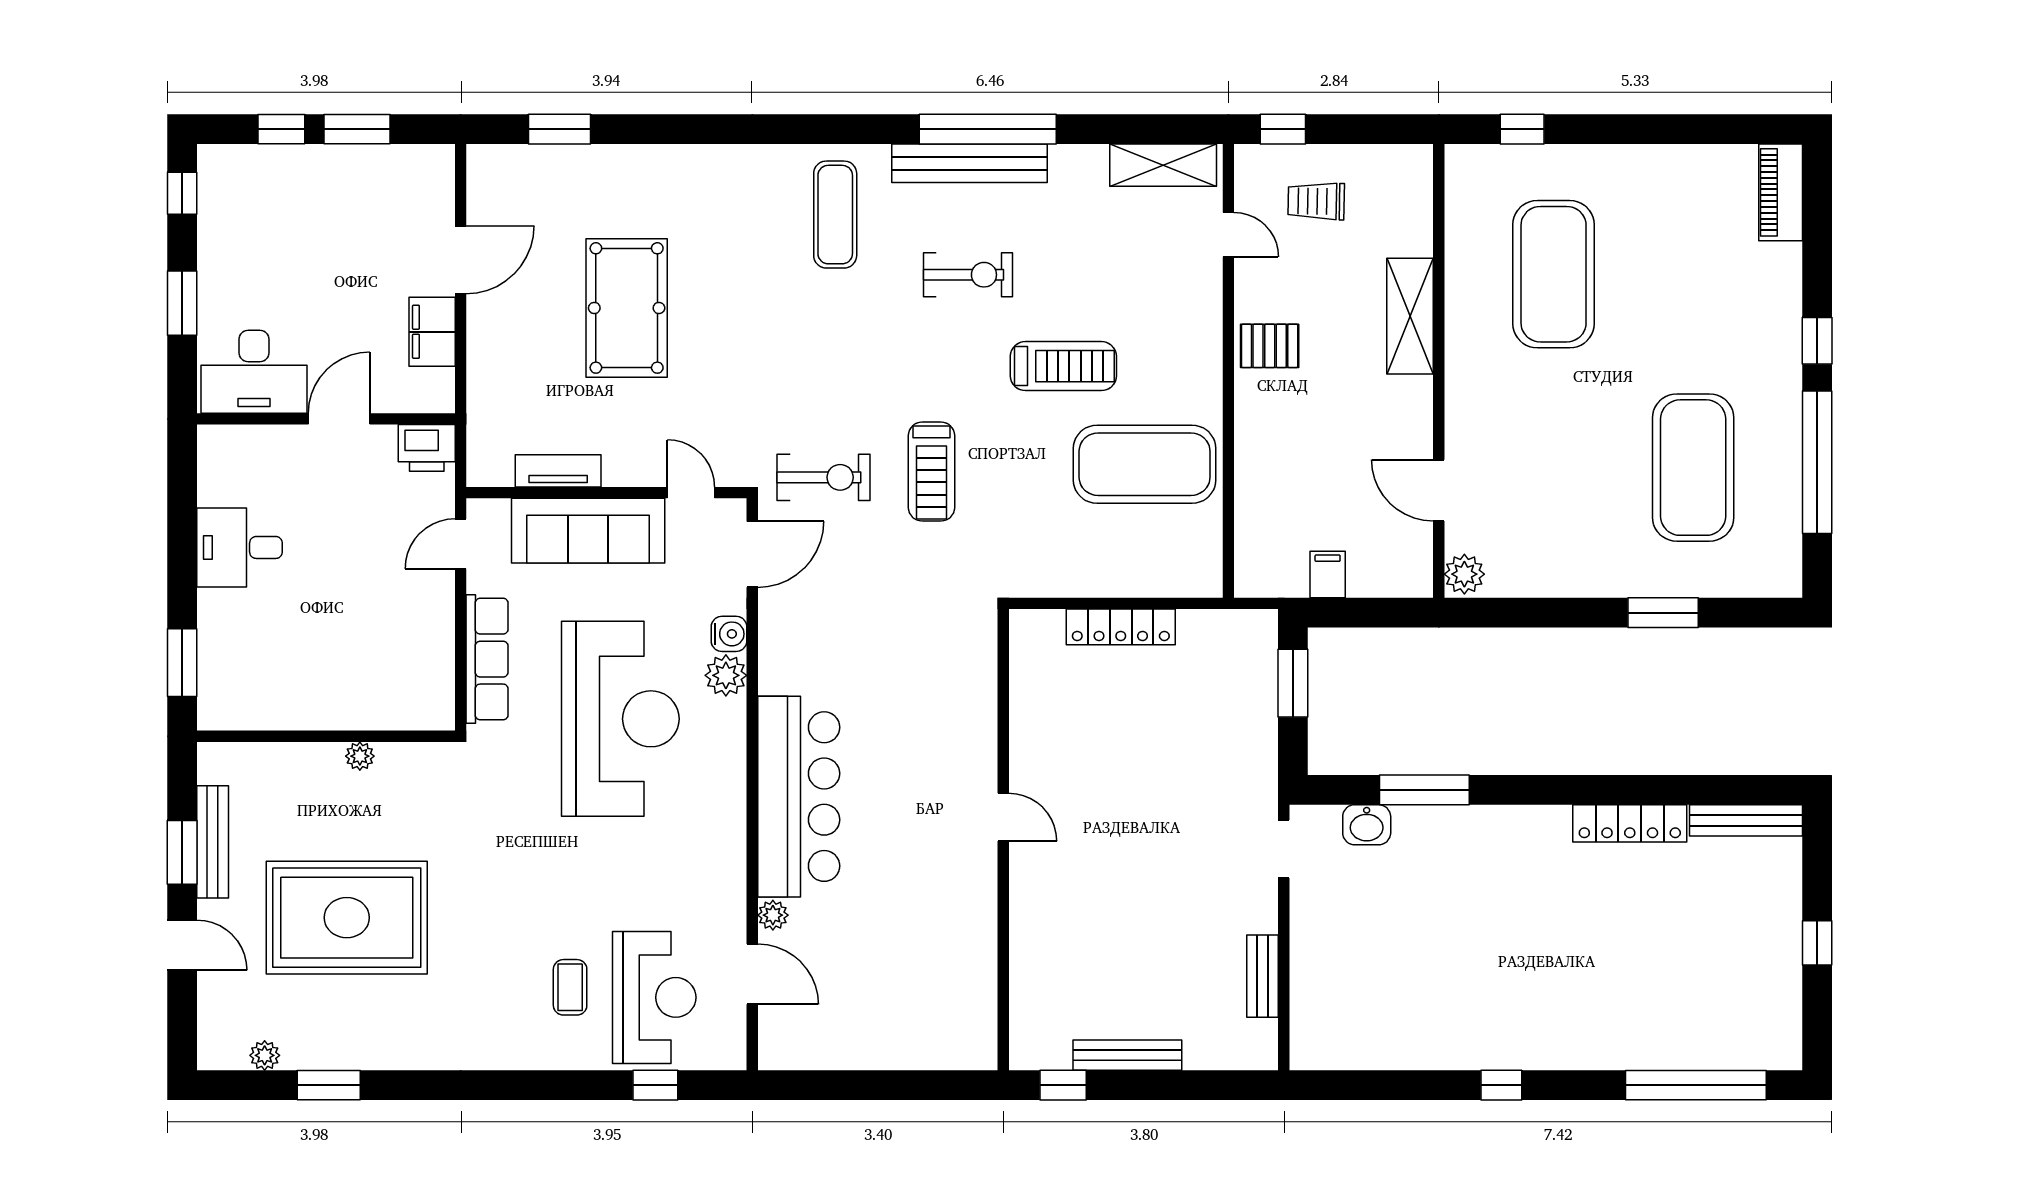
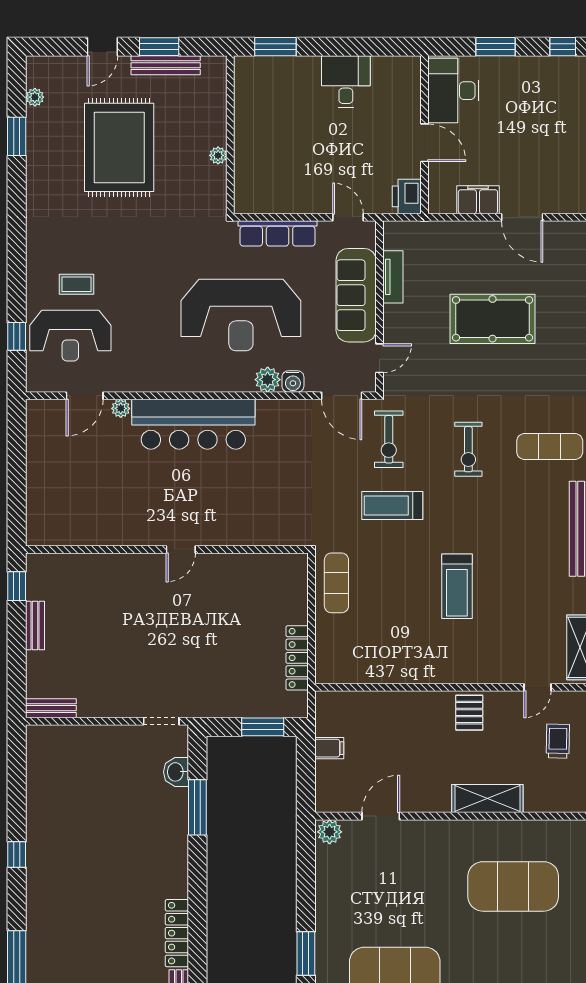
exercise bike: (968, 275) -> (468, 449), moved
exercise mat: (1145, 464) -> (336, 583), moved, width x0.50, depth x0.69
locker: (1121, 627) -> (297, 658), moved
bench: (1263, 976) -> (51, 708), moved
bench: (1127, 1055) -> (35, 625), width x0.73

